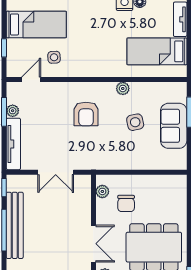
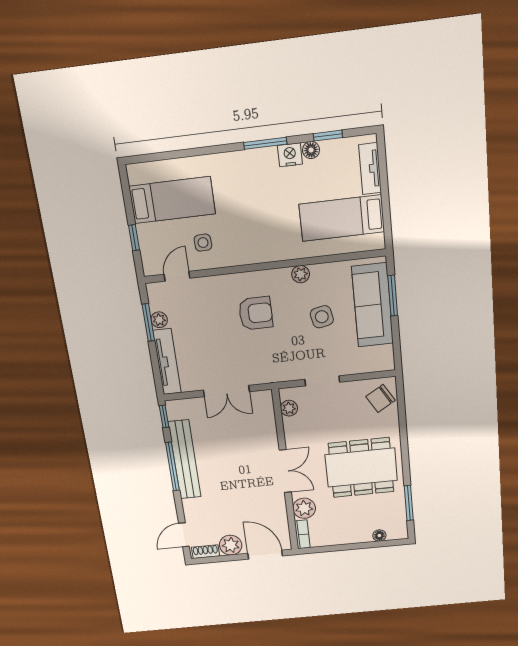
armchair: (86, 114) -> (256, 313), turned -90
sofa: (174, 126) -> (373, 305), width x1.36
doorway: (130, 172) -> (322, 381), added
chair: (126, 203) -> (381, 398), moved, turned 59

